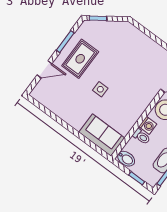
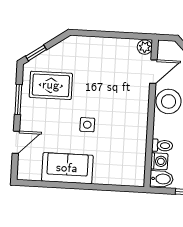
rug: (80, 59) -> (51, 85), moved, turned 90
washing machine: (148, 125) -> (159, 161), moved
sofa: (102, 135) -> (67, 168), moved

